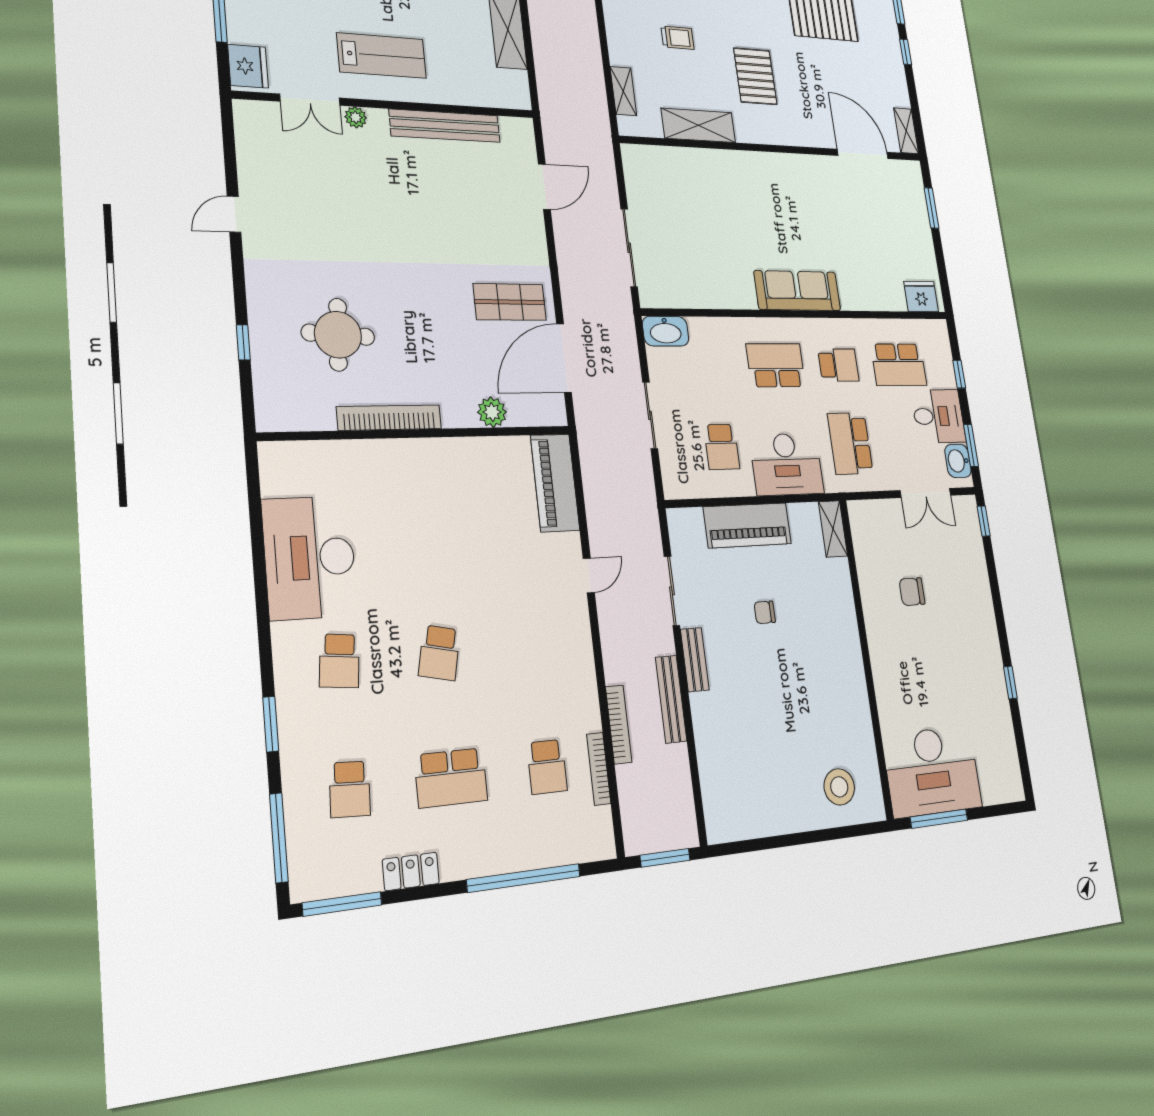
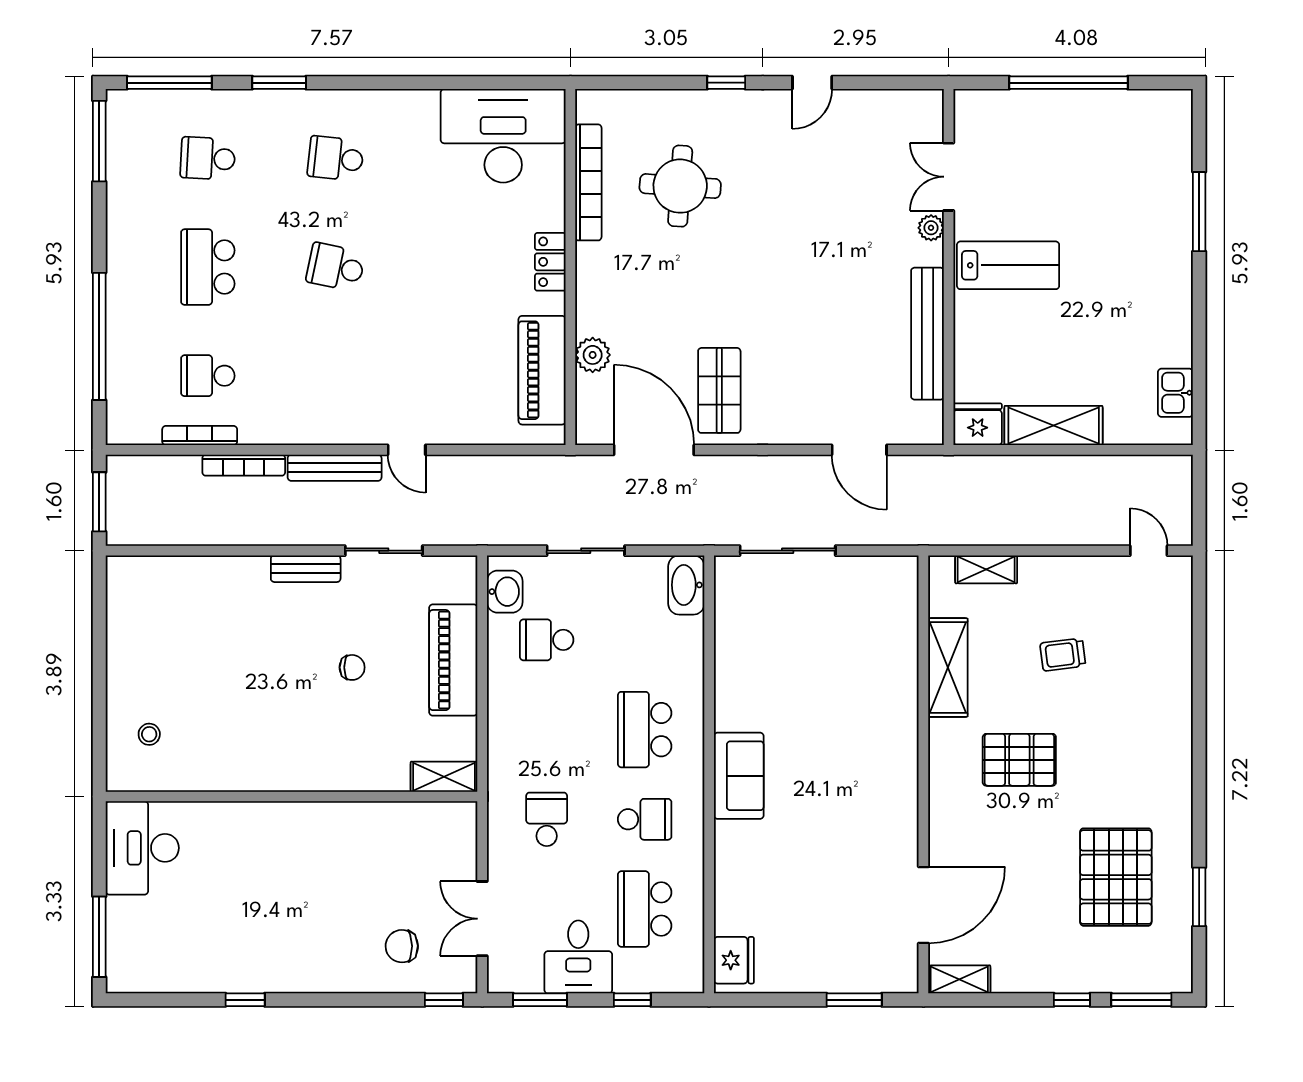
trolley: (677, 38) -> (1063, 655), turned 83
lab bench: (382, 56) -> (1008, 265), turned -90
fridge: (248, 66) -> (978, 424), moved, turned 180
door: (234, 214) -> (812, 83), swing flipped
sofa: (797, 291) -> (739, 776), width x0.73
window: (243, 342) -> (726, 83), moved
school desk: (776, 365) -> (645, 730), turned 180
school desk: (838, 365) -> (645, 819), turned -90
bookcase: (389, 418) -> (588, 182), moved
school desk: (850, 443) -> (547, 819), width x0.54
washbasin: (958, 461) -> (505, 592), moved, turned 90
desk: (787, 464) -> (524, 725), removed
piano: (555, 483) -> (542, 370), moved, turned -90
desk: (310, 557) -> (503, 136), moved
chair: (912, 592) -> (402, 946), moved, turned -91
chair: (765, 612) -> (352, 667), turned 90
bench: (671, 699) -> (335, 468), moved
desk: (932, 771) -> (142, 848), width x0.73, depth x0.77
stool: (839, 787) -> (149, 734), width x0.53, depth x0.53
window: (939, 819) -> (99, 937), moved
locker: (411, 871) -> (550, 262), moved, turned 180

